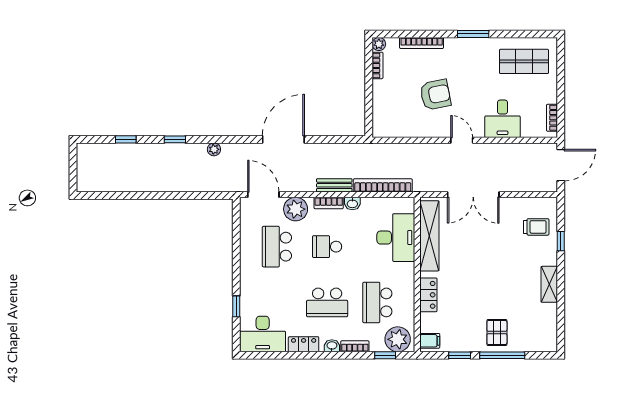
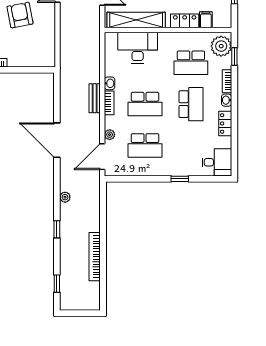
window: (126, 139) -> (57, 284), moved
bookcase: (383, 185) -> (95, 257), moved
plant: (296, 209) -> (110, 135), width x0.53, depth x0.53
school desk: (327, 247) -> (145, 104), width x1.85
window: (236, 306) -> (180, 179), moved
desk: (263, 334) -> (217, 162), width x0.73
filing cabinet: (430, 341) -> (206, 20), moved

